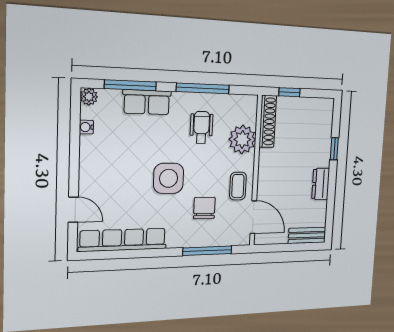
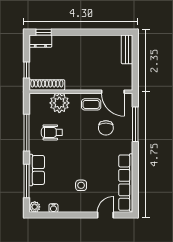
window: (334, 149) -> (44, 32), moved
side table: (169, 178) -> (81, 185), moved, width x0.54, depth x0.54
dresser: (321, 184) -> (40, 41), moved
chair: (204, 208) -> (106, 128), turned -90
door: (253, 217) -> (113, 92), swing flipped

